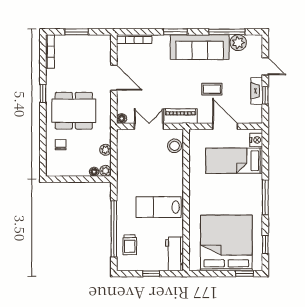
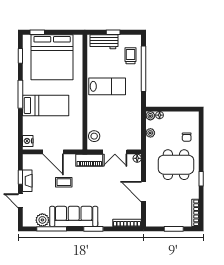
bed: (234, 161) -> (46, 105), moved
workbench: (175, 254) -> (104, 42), moved, turned 90

